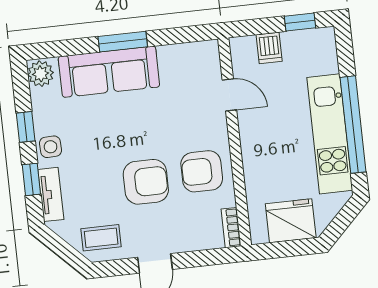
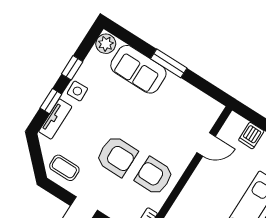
sofa: (109, 72) -> (138, 69), width x0.73
door: (229, 95) -> (206, 144), hinge flipped

